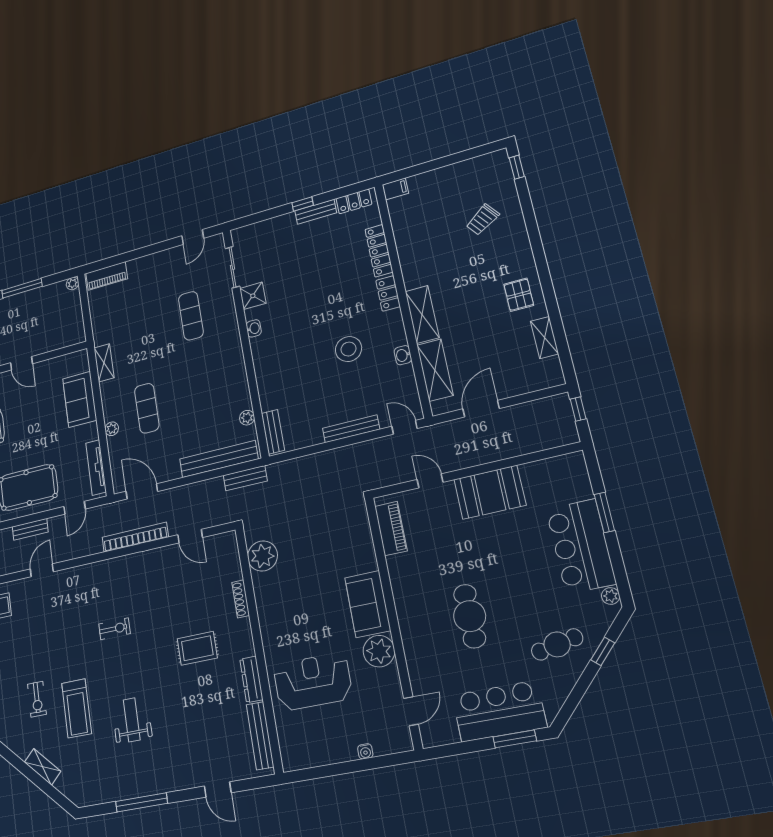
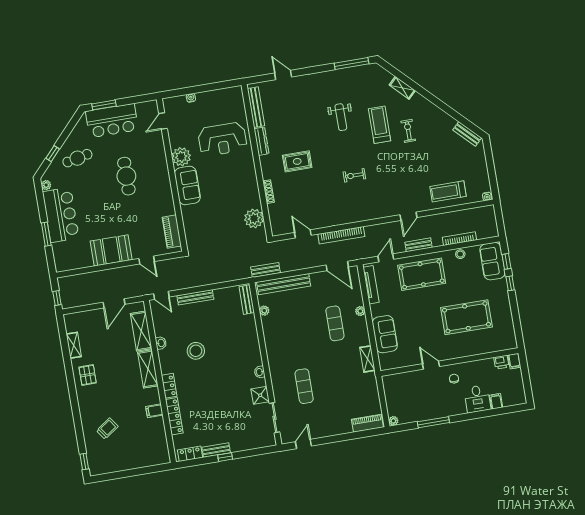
filing cabinet: (395, 189) -> (154, 411), moved
window: (142, 802) -> (352, 64), moved

